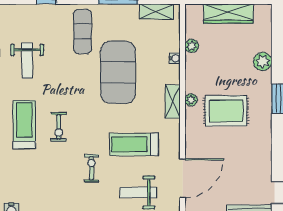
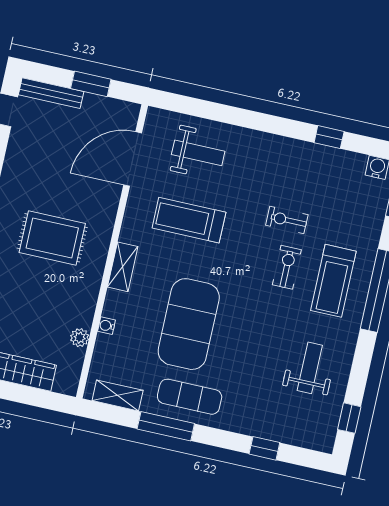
exercise mat: (83, 31) -> (190, 397), moved, turned 90
plant: (191, 100) -> (97, 264), removed
treadmill: (134, 144) -> (189, 220), turned 180
exercise bike: (91, 168) -> (287, 220), moved, turned 90

